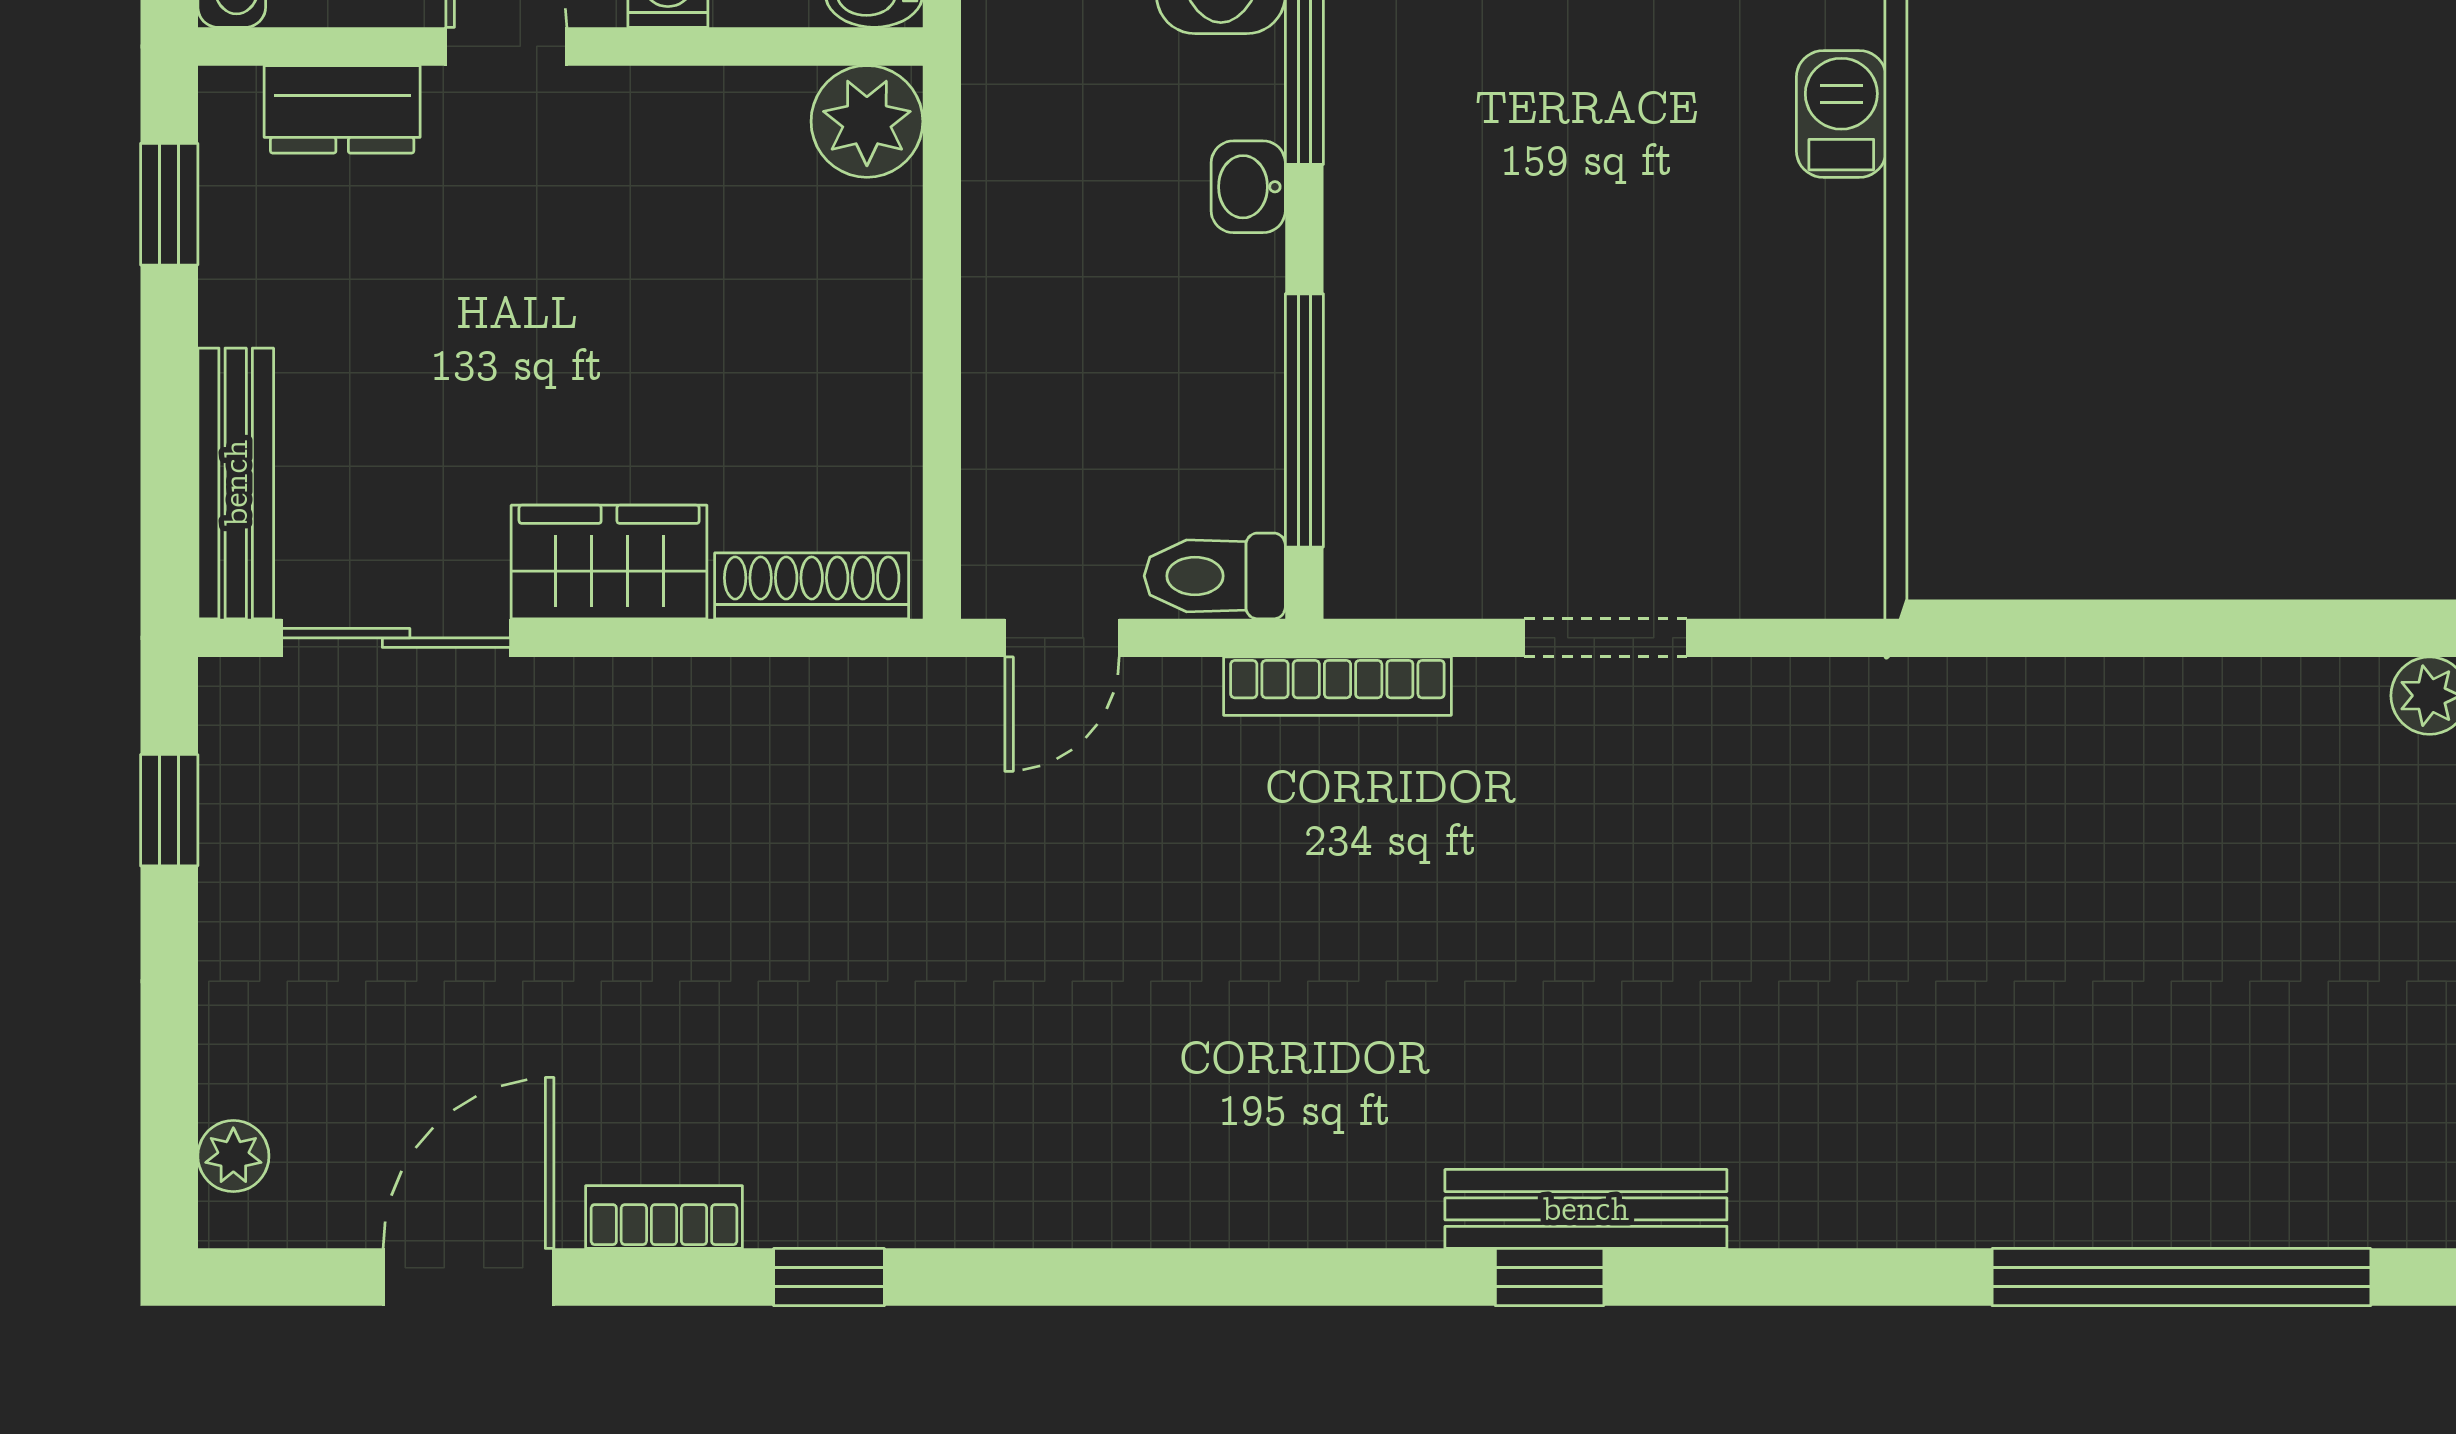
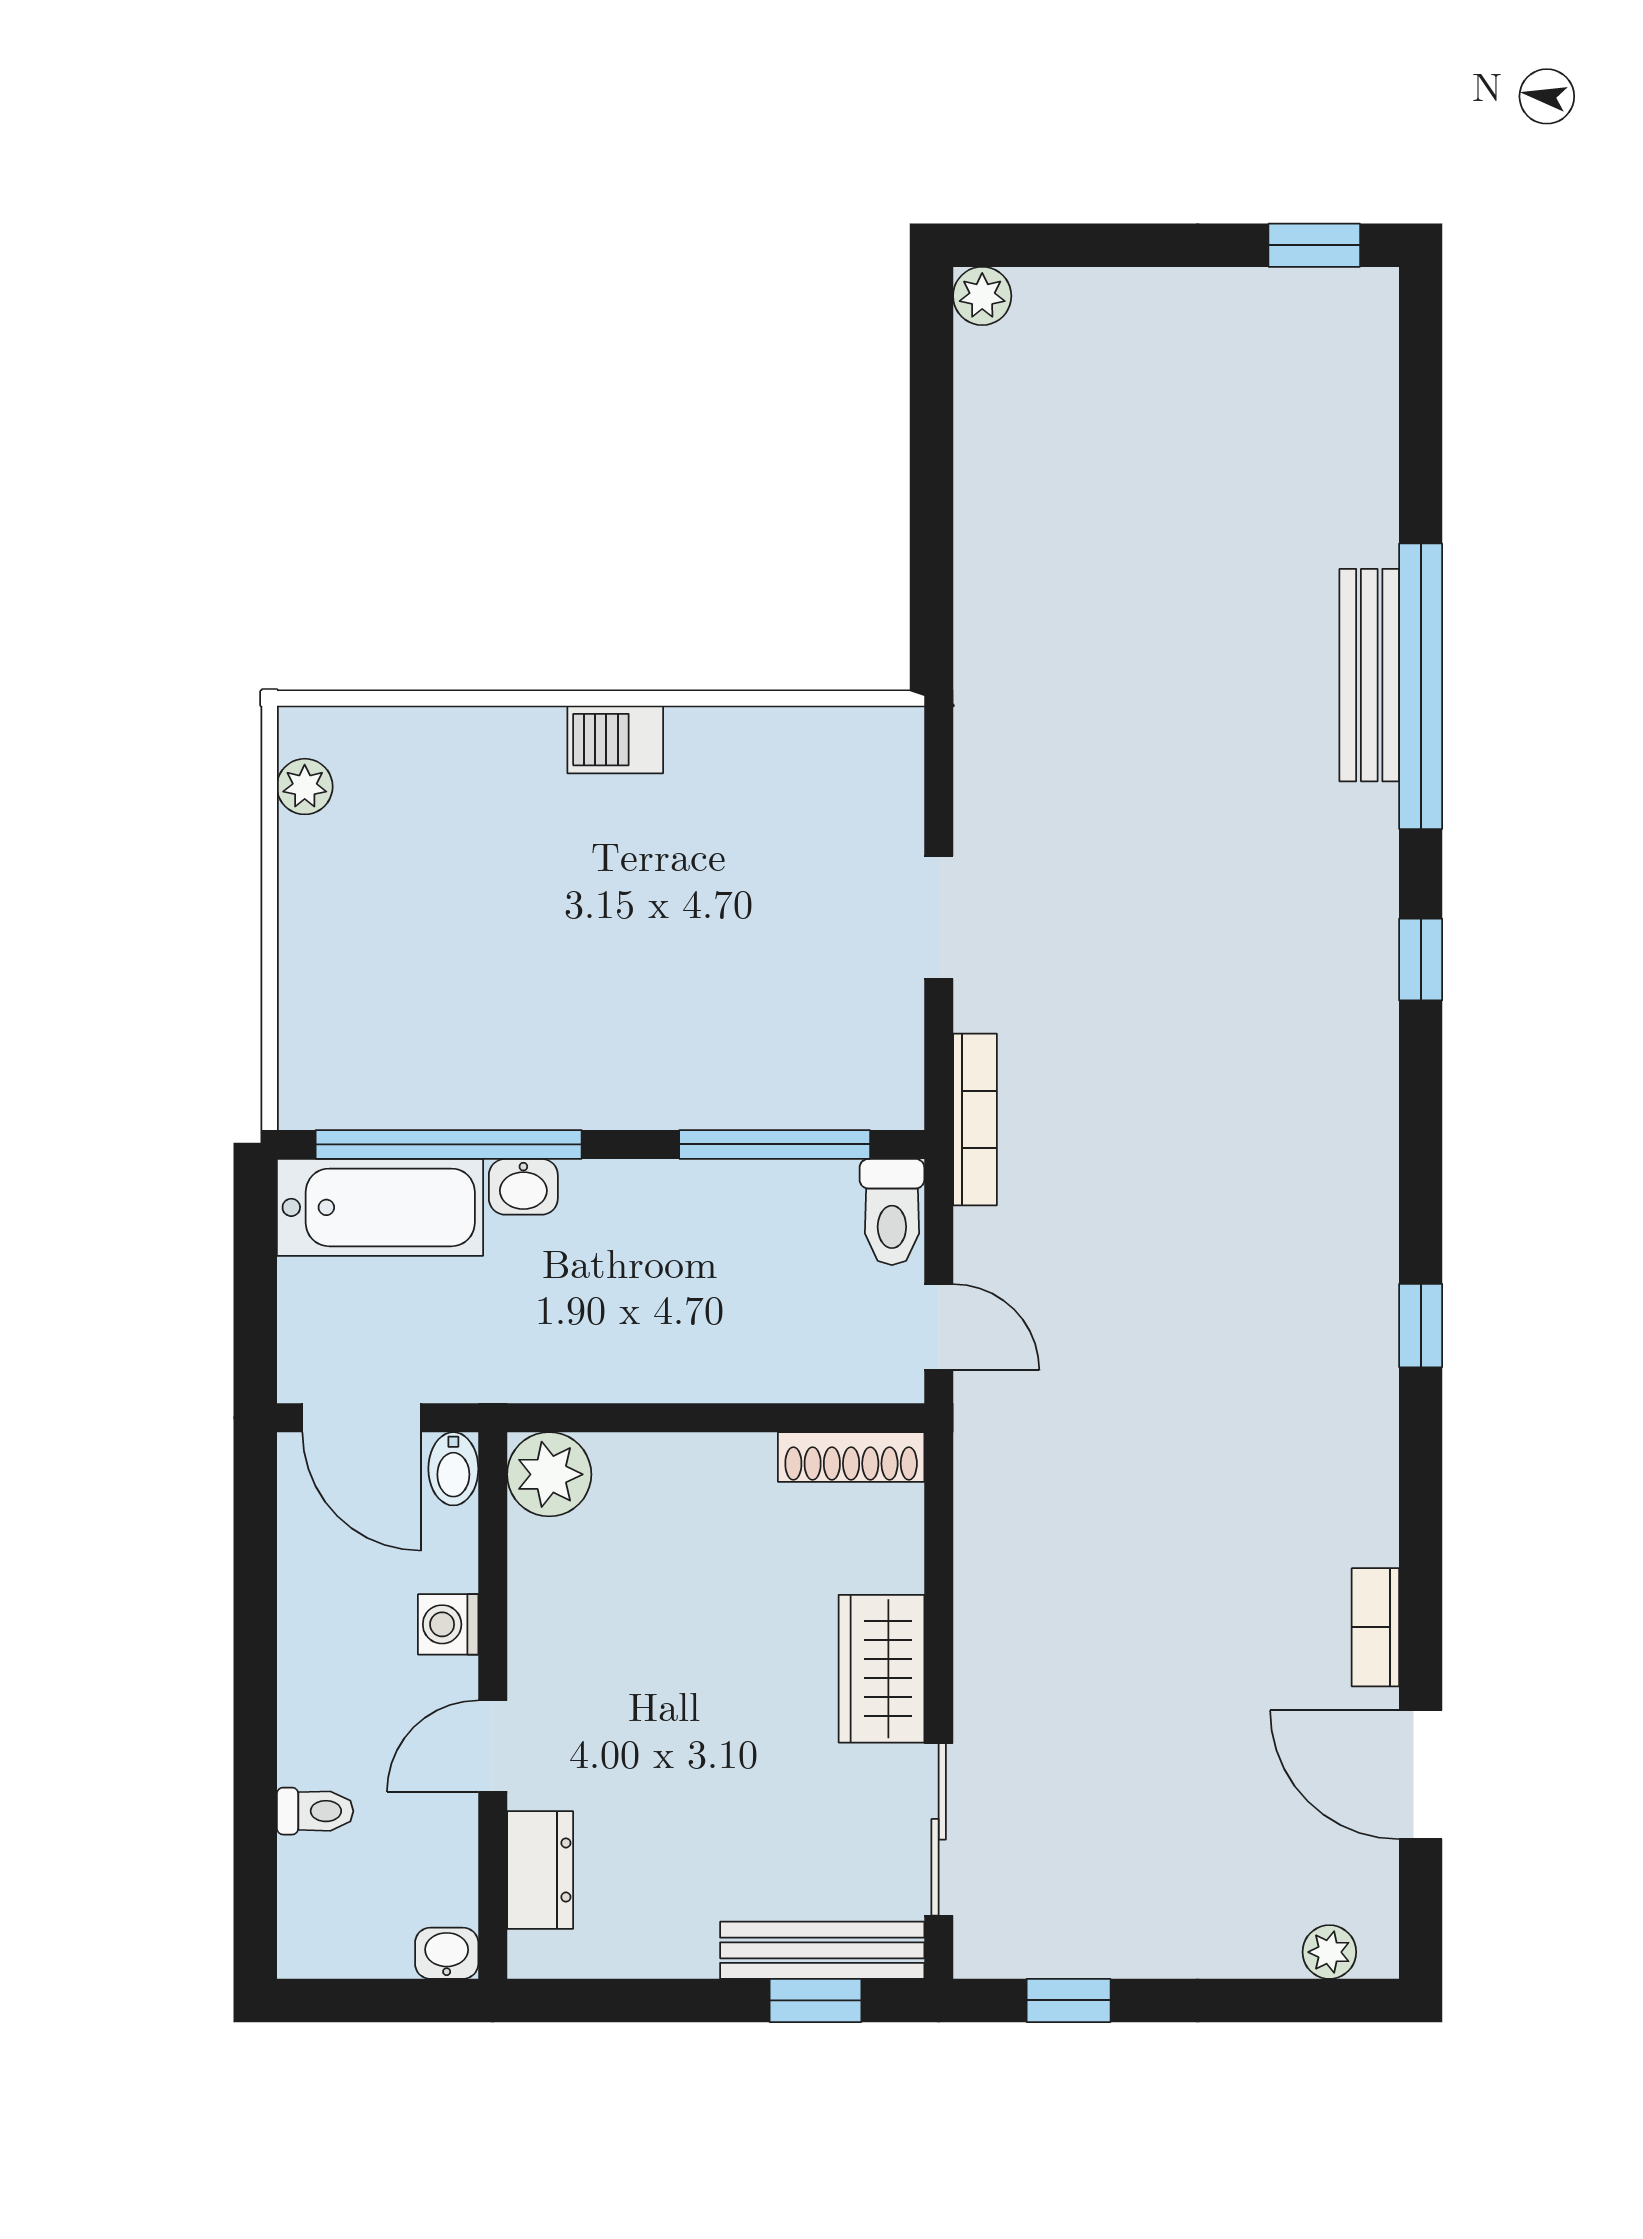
barbecue: (1841, 114) -> (615, 740), moved
washbasin: (1248, 187) -> (523, 1187), moved
window: (169, 204) -> (815, 2000), moved
shoe rack: (812, 586) -> (851, 1457), moved, turned -90
bench: (1586, 1209) -> (1369, 675), moved
window: (829, 1277) -> (1421, 1326), moved
window: (2181, 1277) -> (1421, 686), moved

